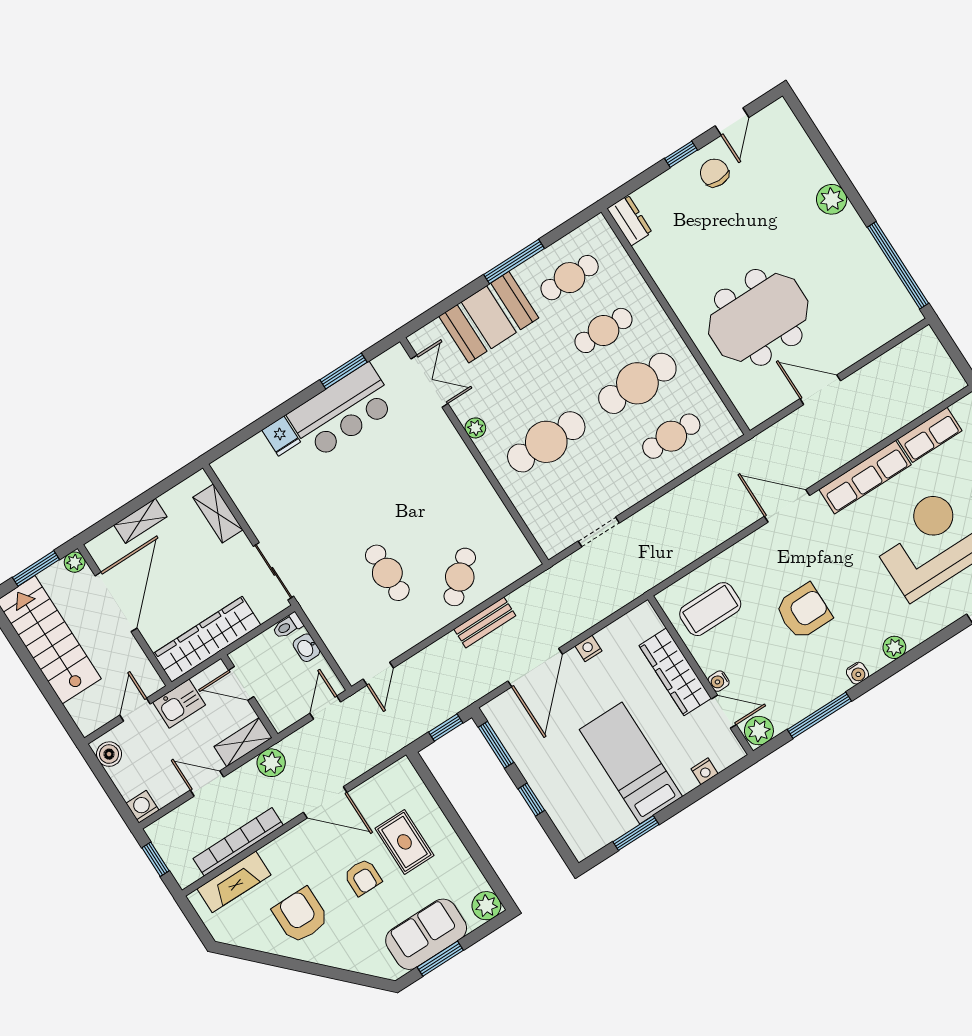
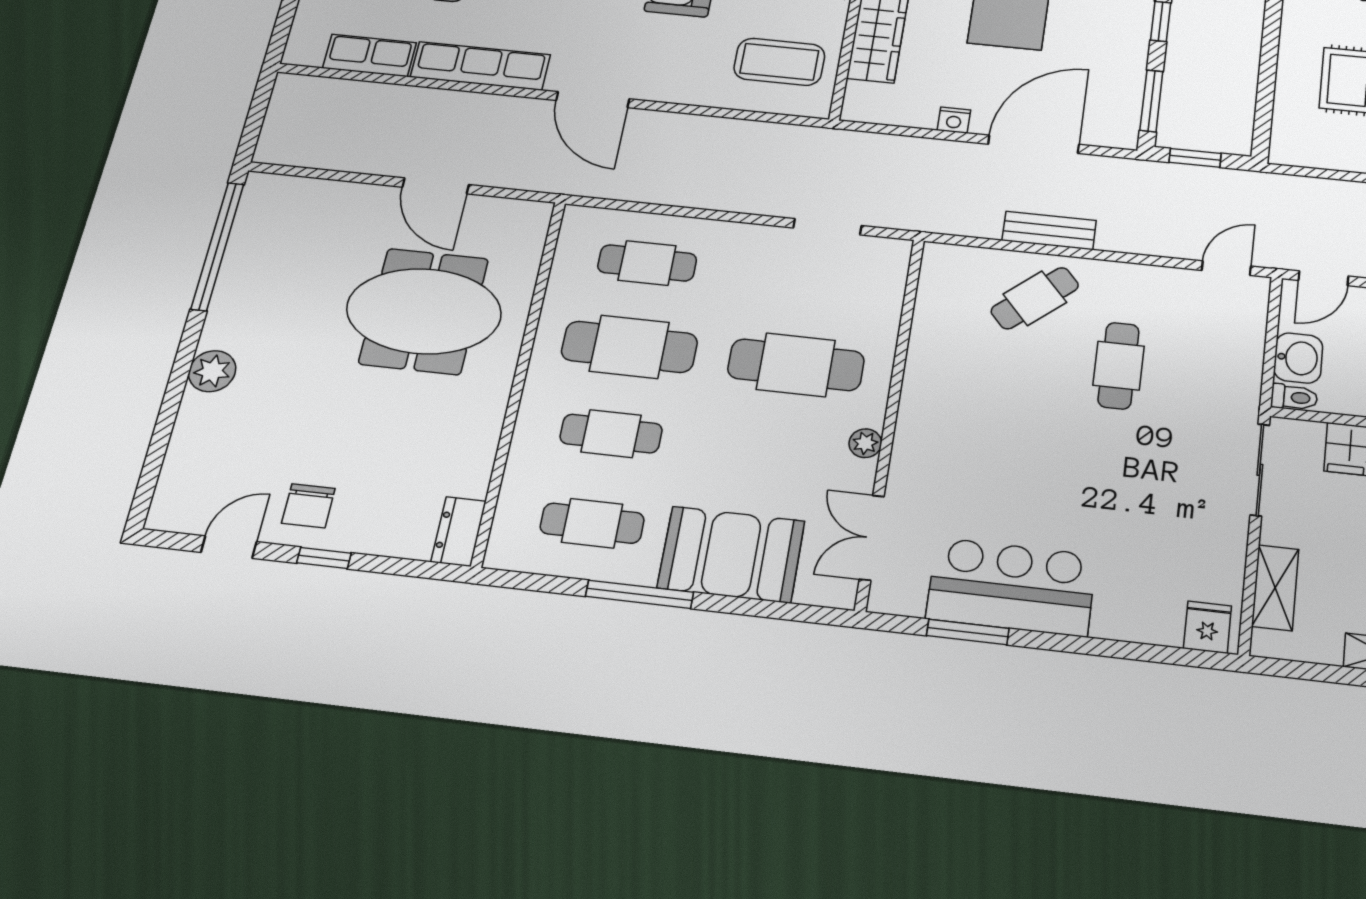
fridge: (281, 436) -> (1207, 627), moved
washbasin: (306, 648) -> (1298, 358), width x1.38, depth x1.45

